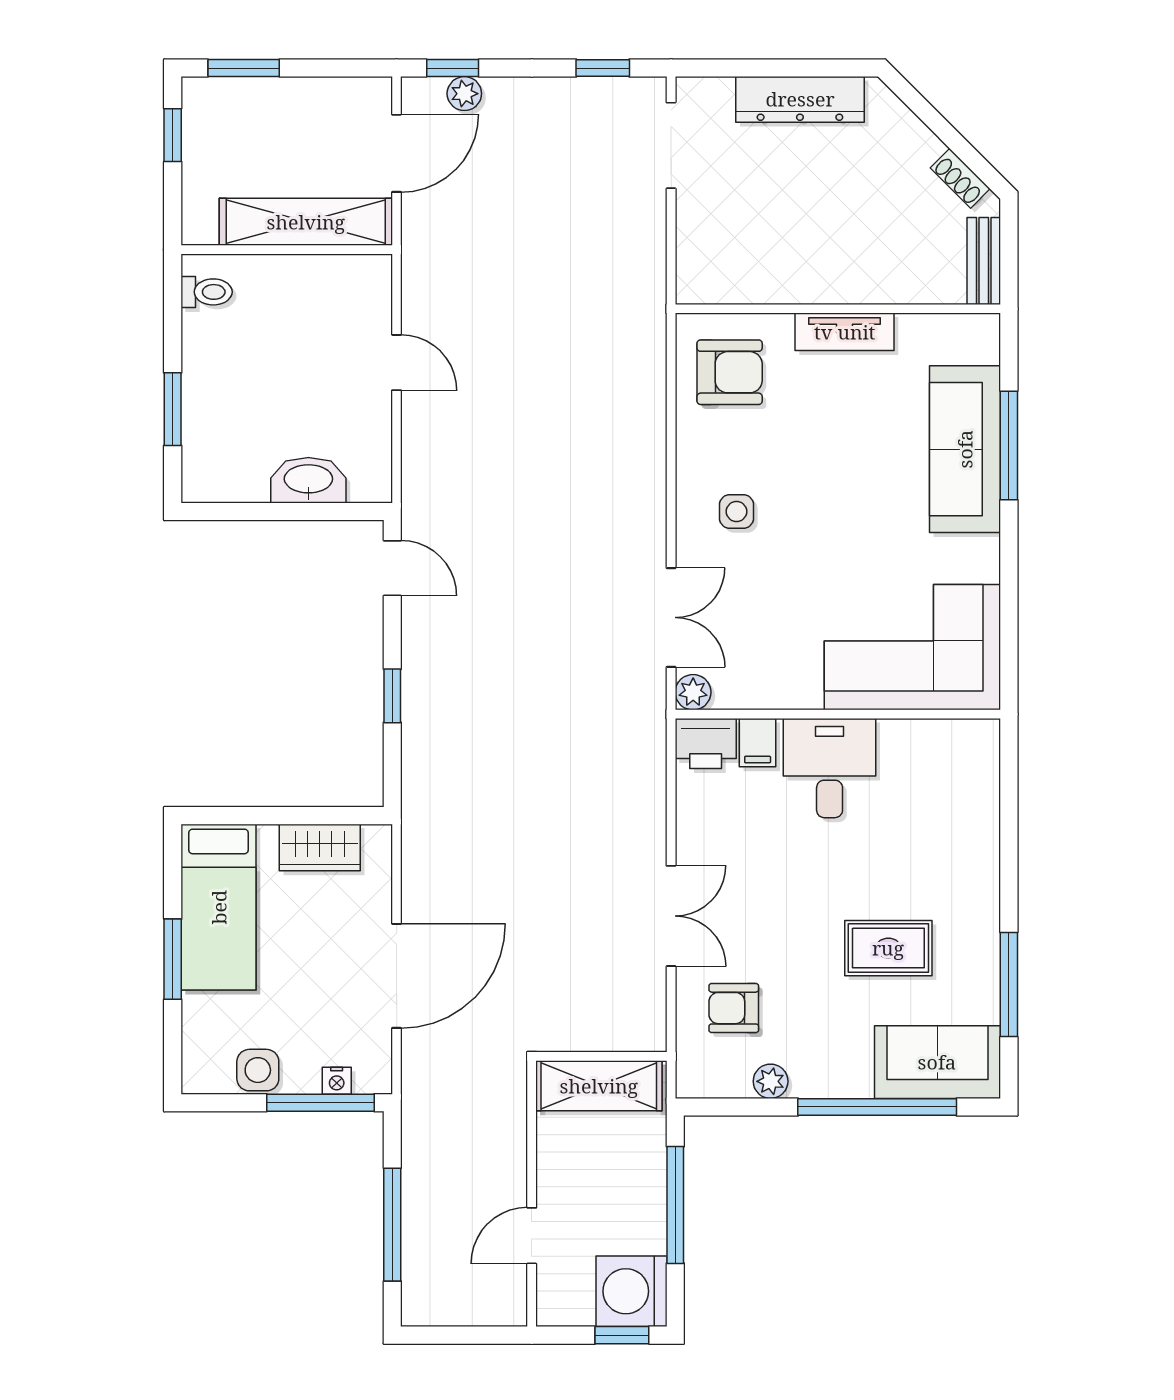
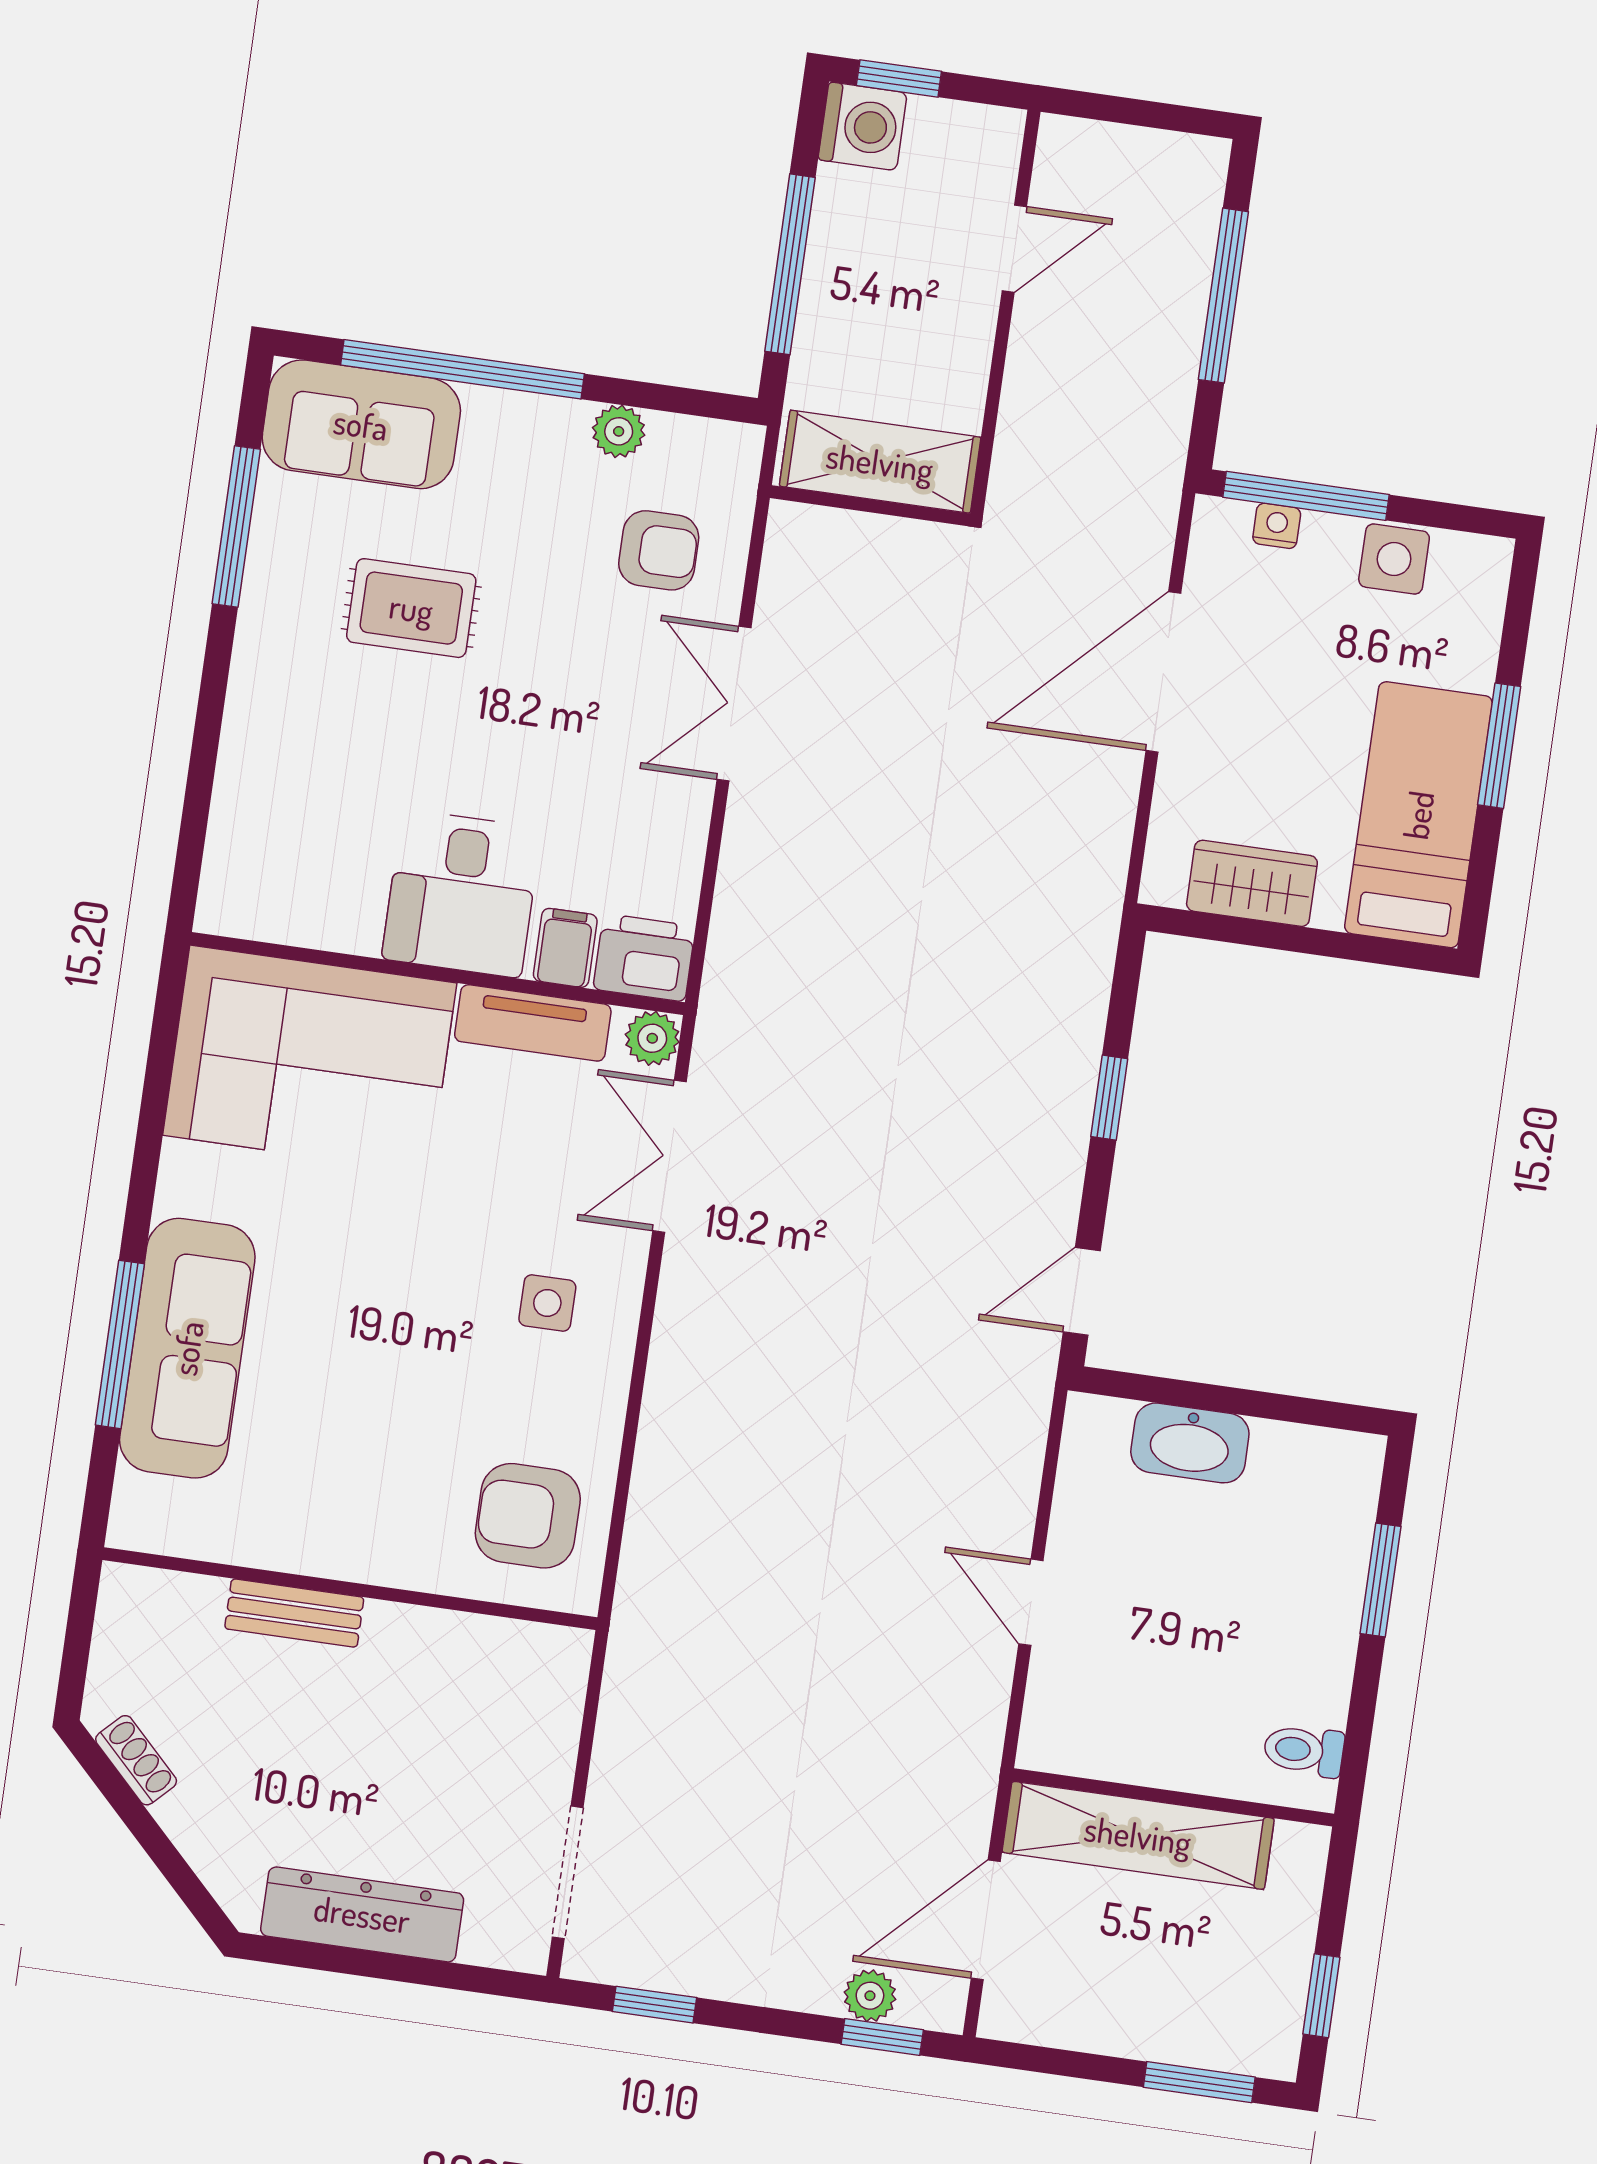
bench: (984, 261) -> (294, 1613), moved, turned 90
tv unit: (845, 332) -> (533, 1023), moved, turned 180
door: (392, 568) -> (1082, 1291), hinge flipped
washing machine: (631, 1291) -> (863, 126), width x0.73, depth x0.73

